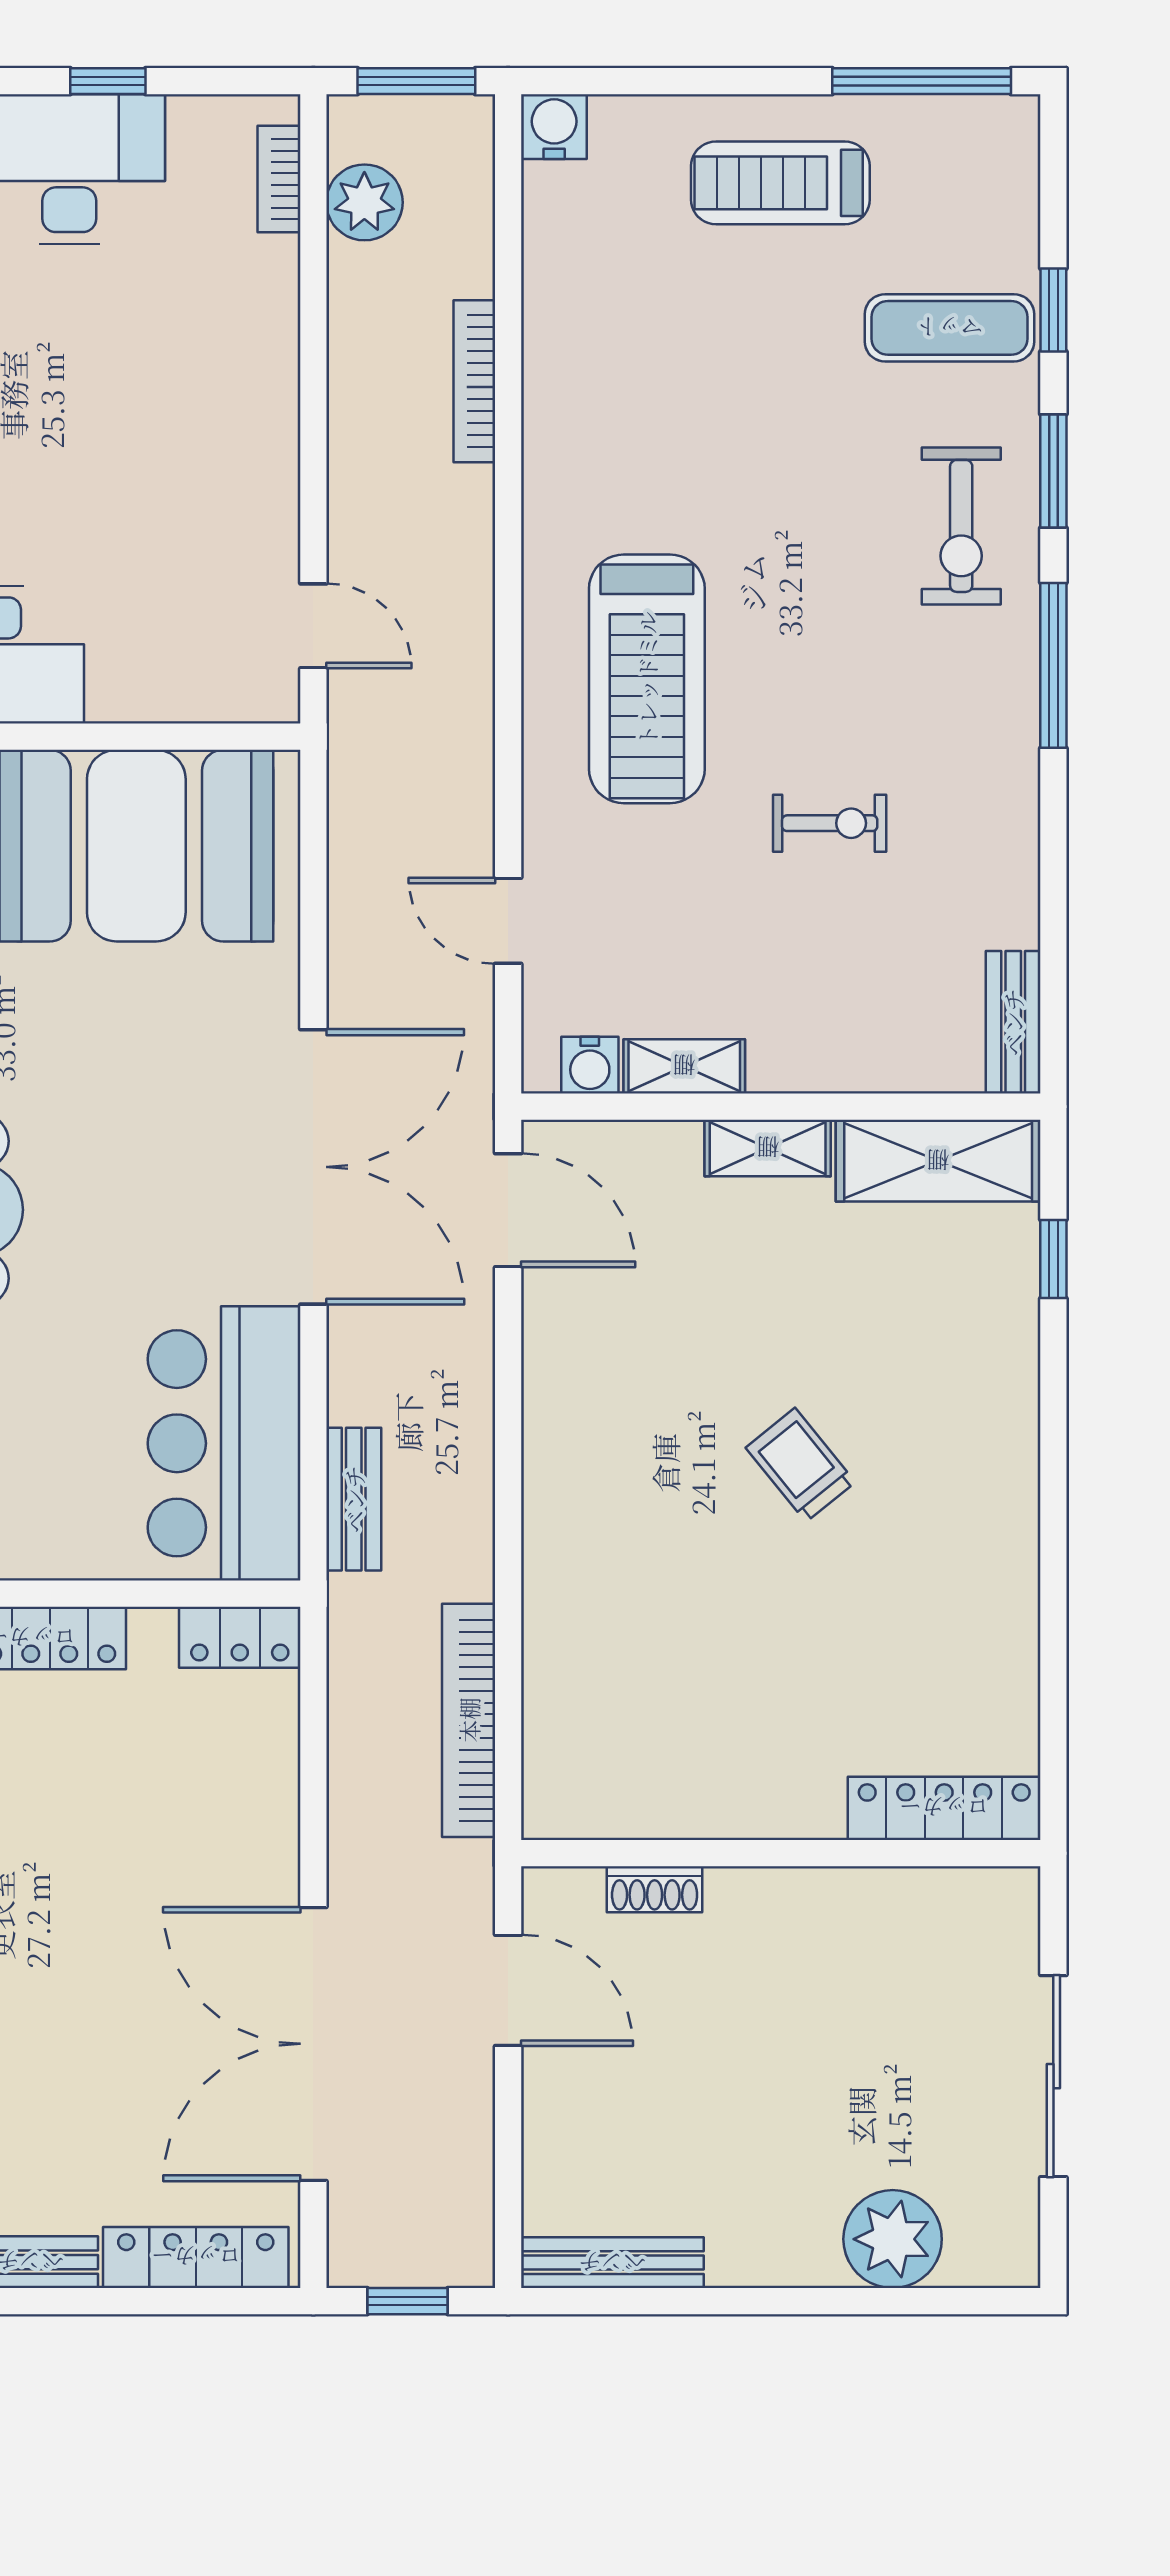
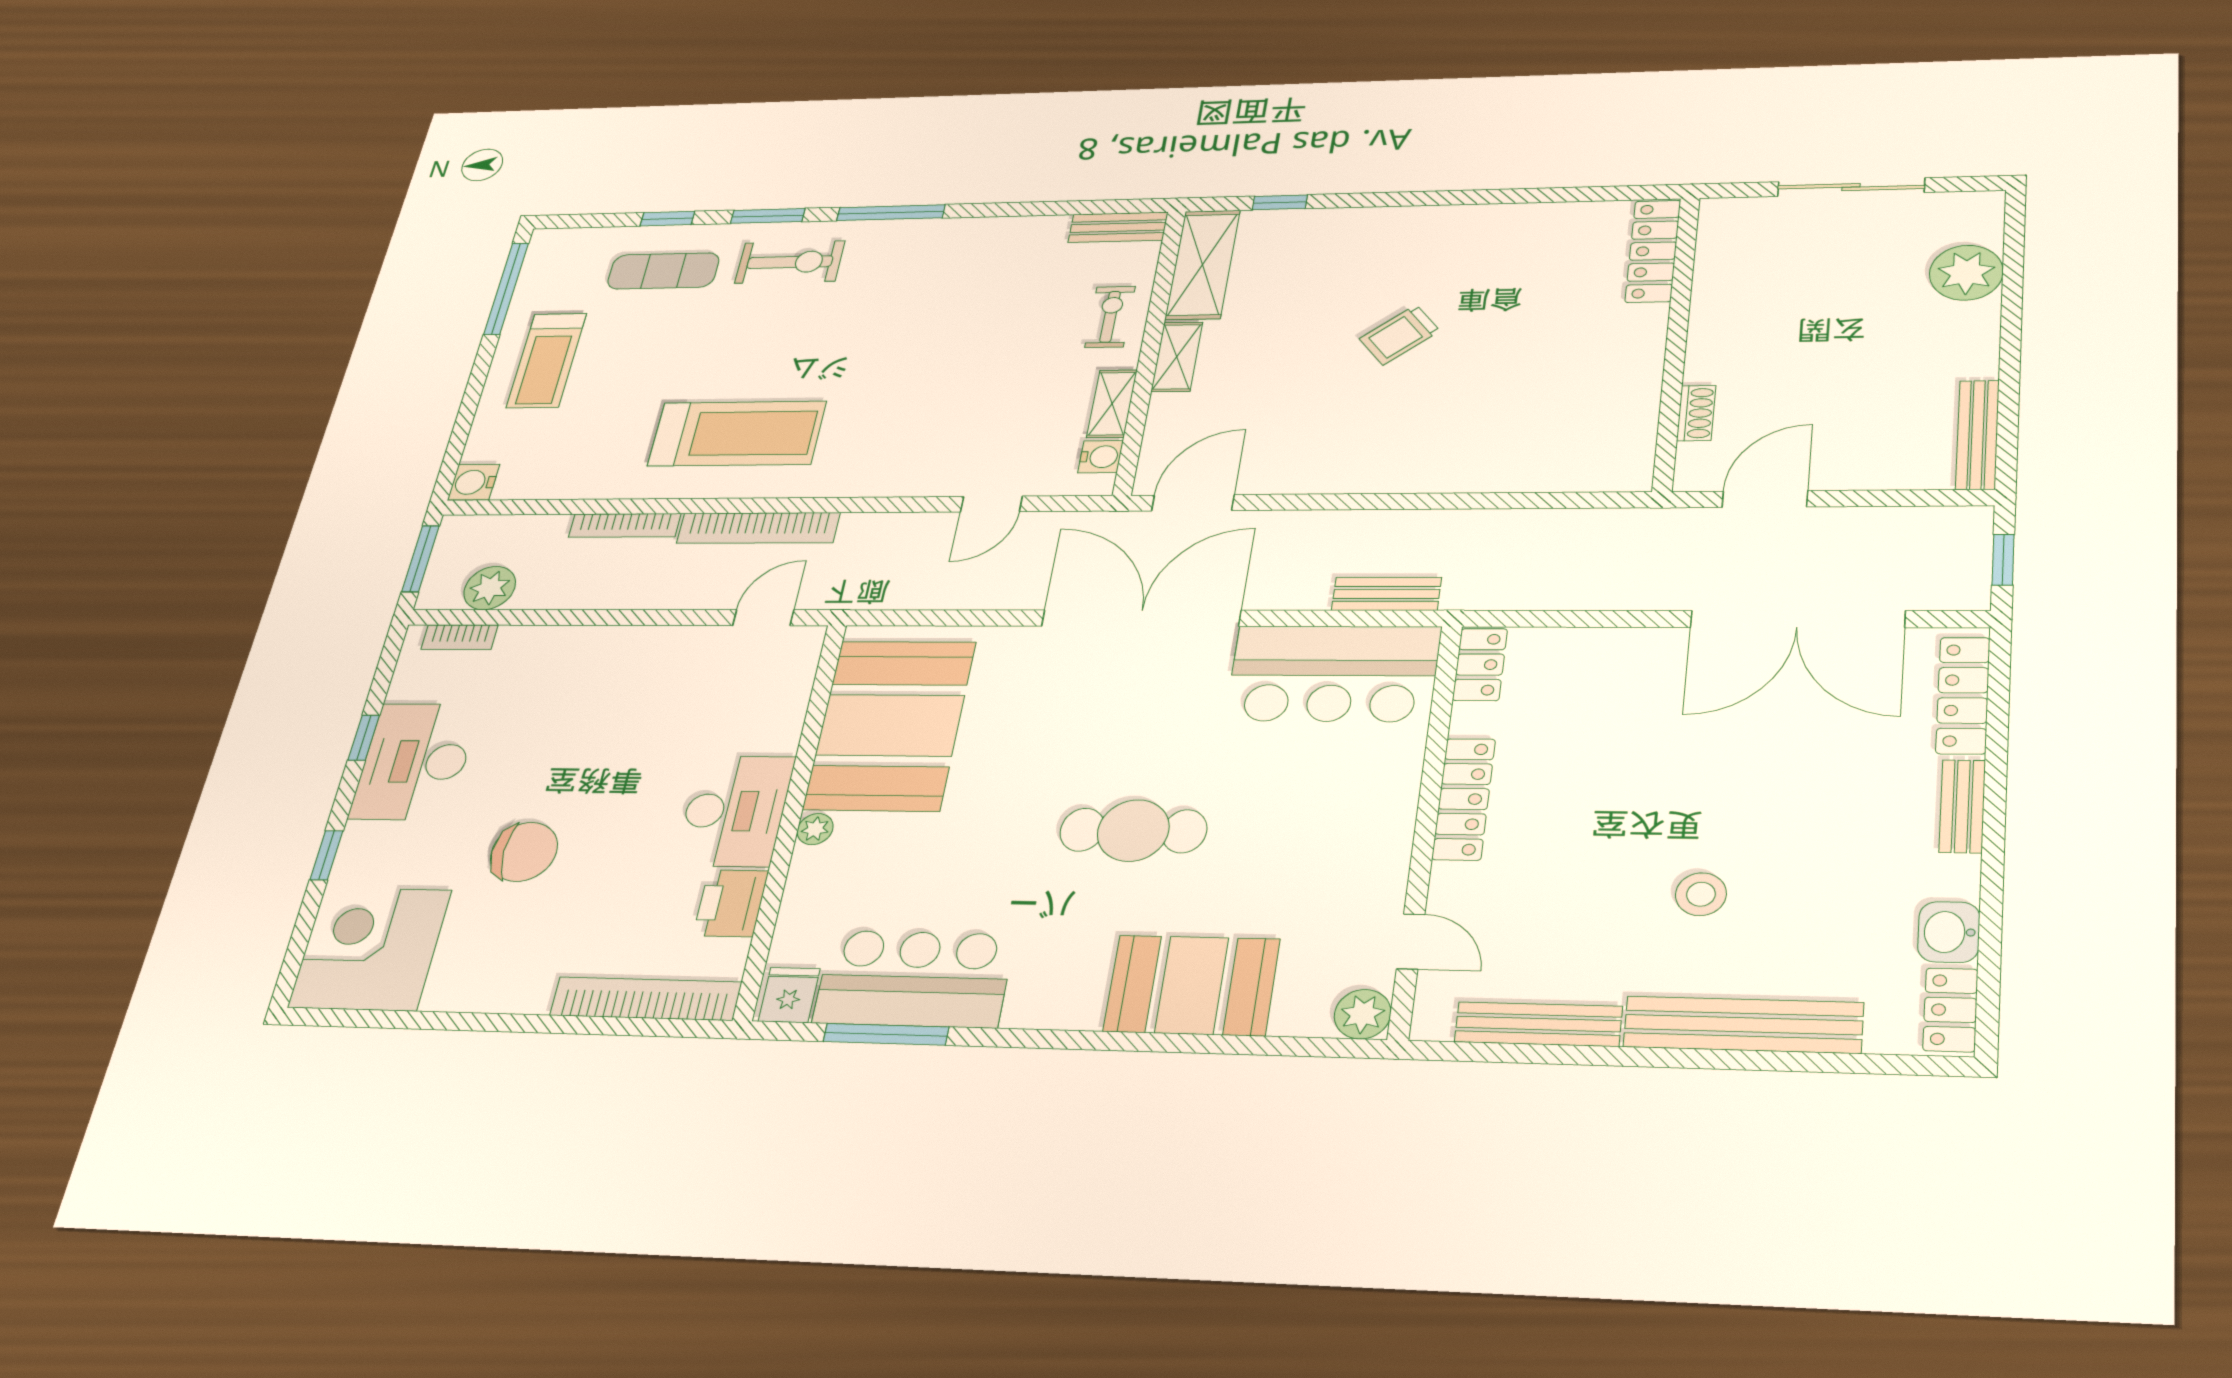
exercise mat: (949, 328) -> (663, 271), turned 90
treadmill: (647, 679) -> (737, 433), moved
exercise bike: (830, 823) -> (1110, 317), moved
bookcase: (469, 1720) -> (758, 528), moved

